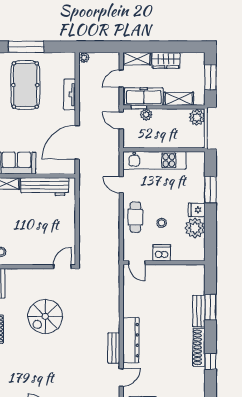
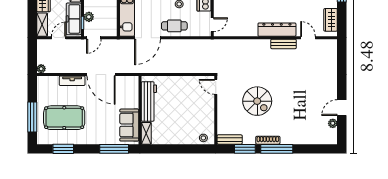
door: (121, 79) -> (59, 38), swing flipped
door: (77, 142) -> (101, 74), moved
door: (121, 185) -> (147, 38), width x1.88

